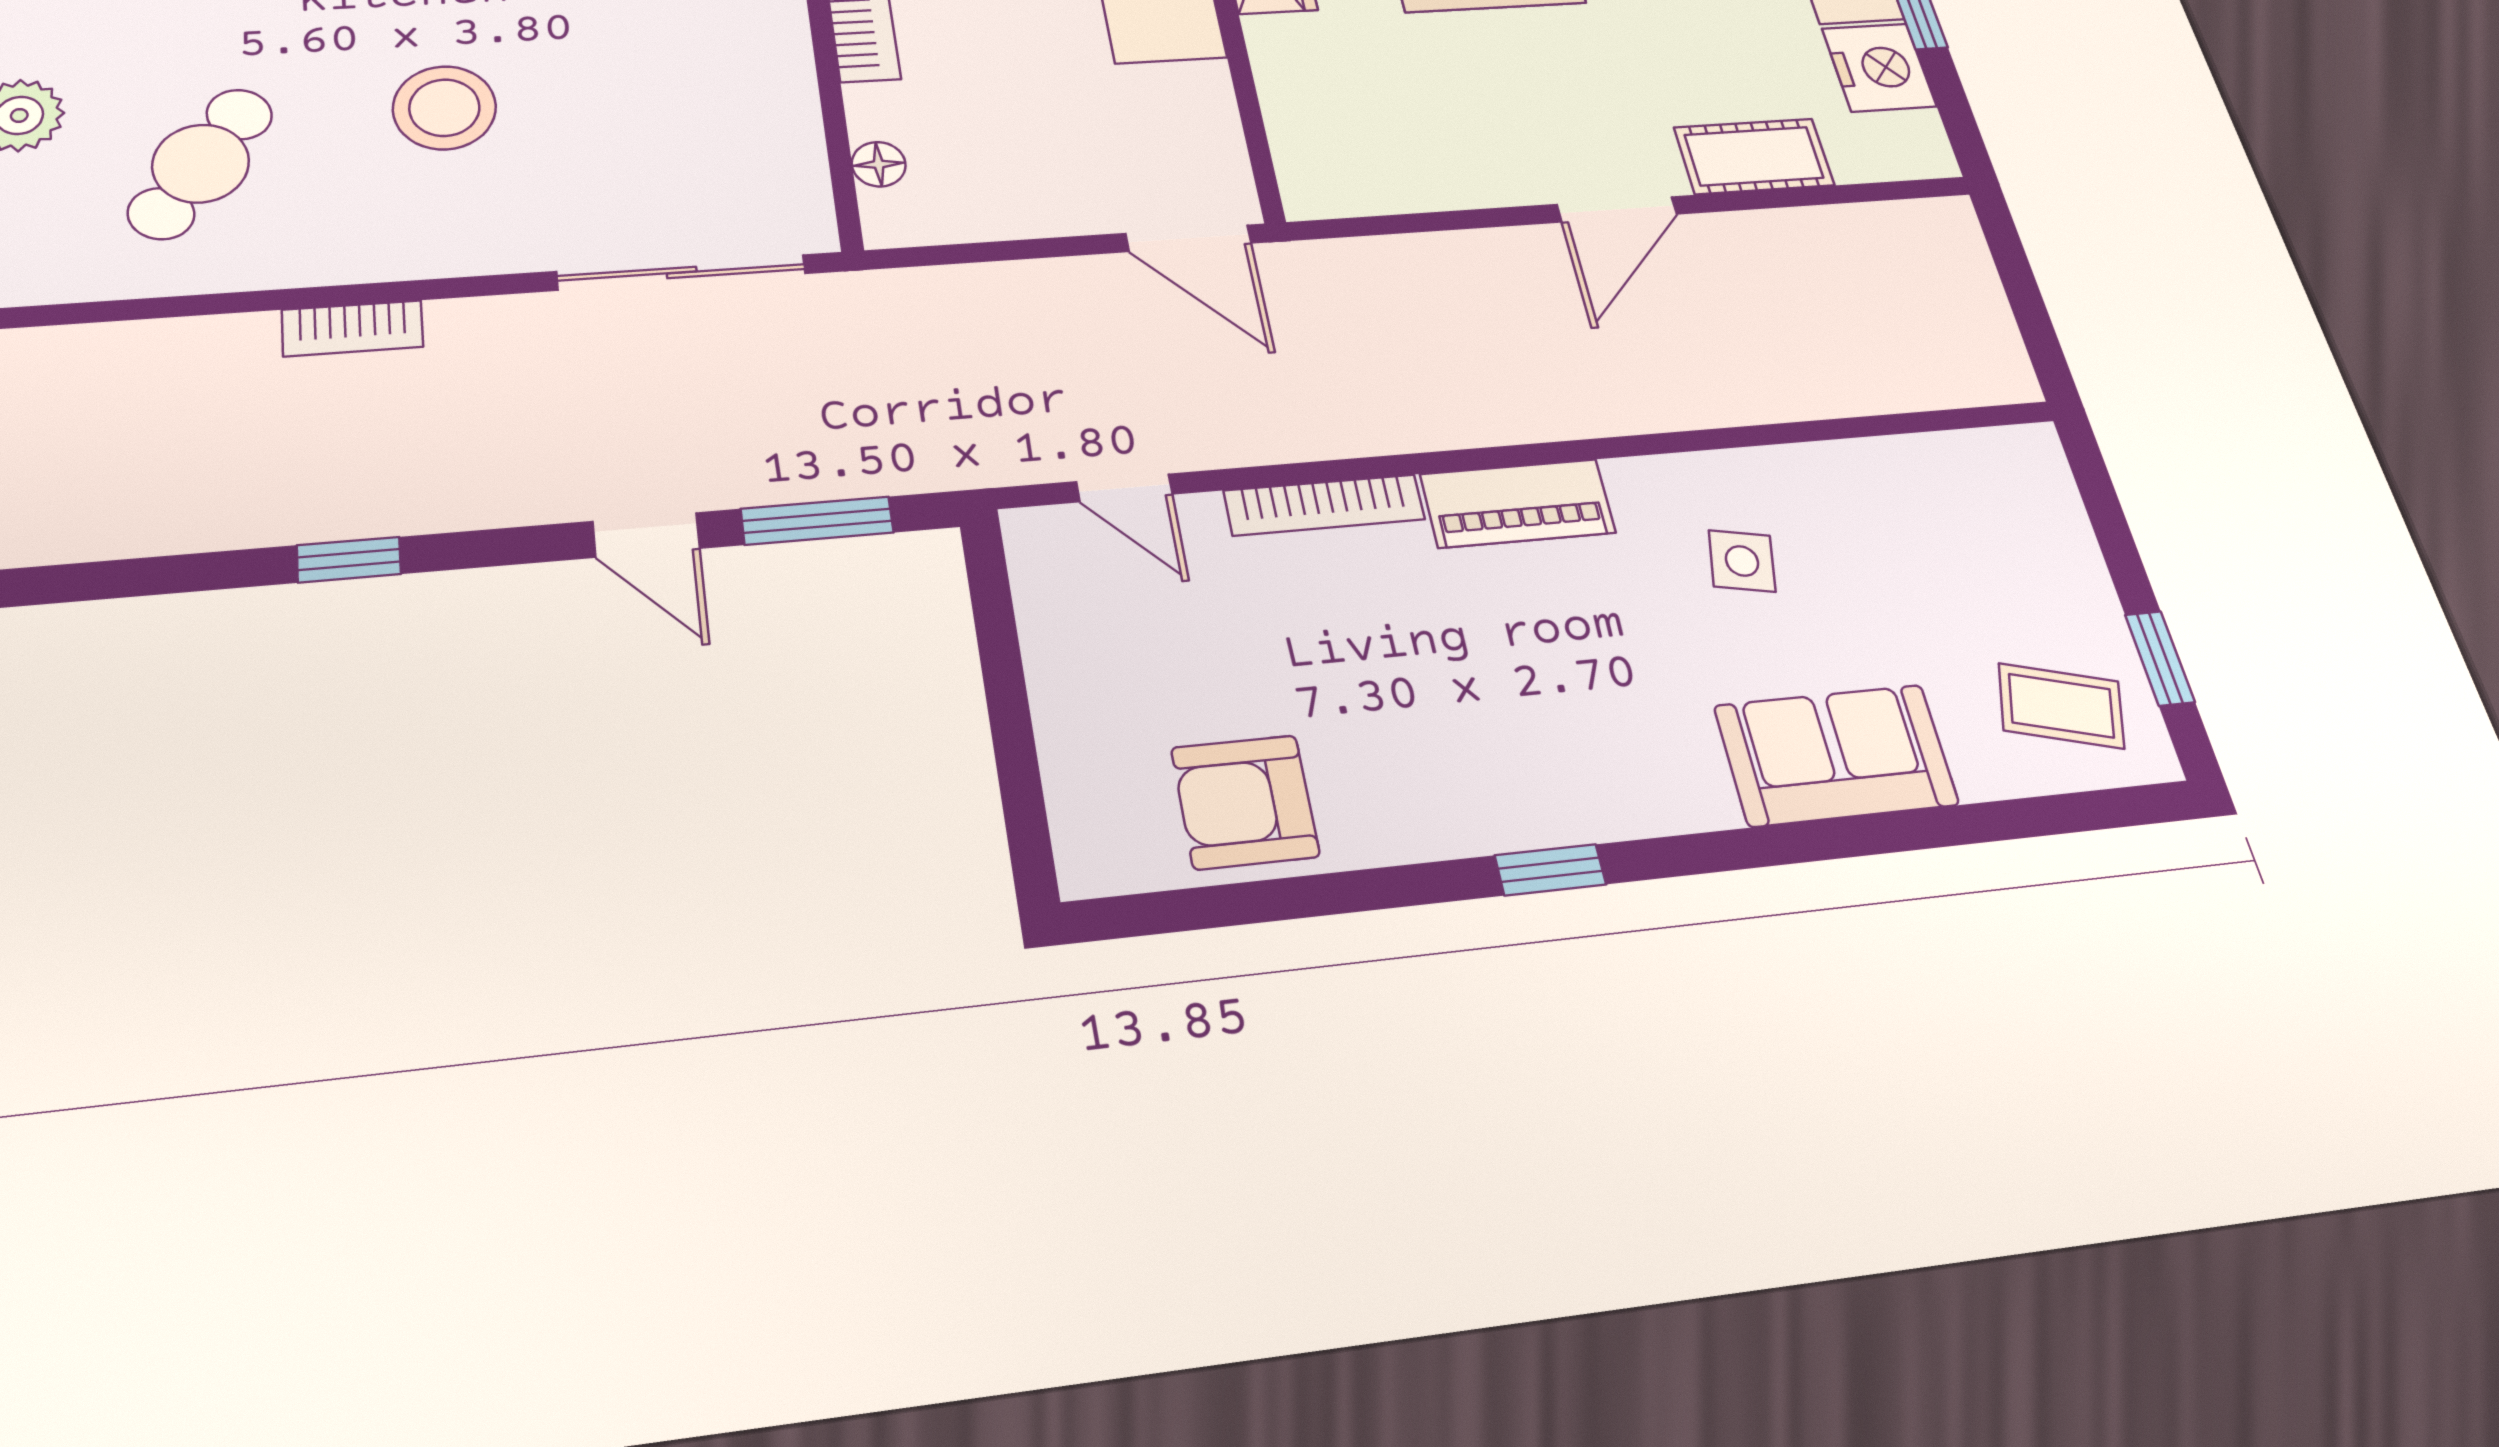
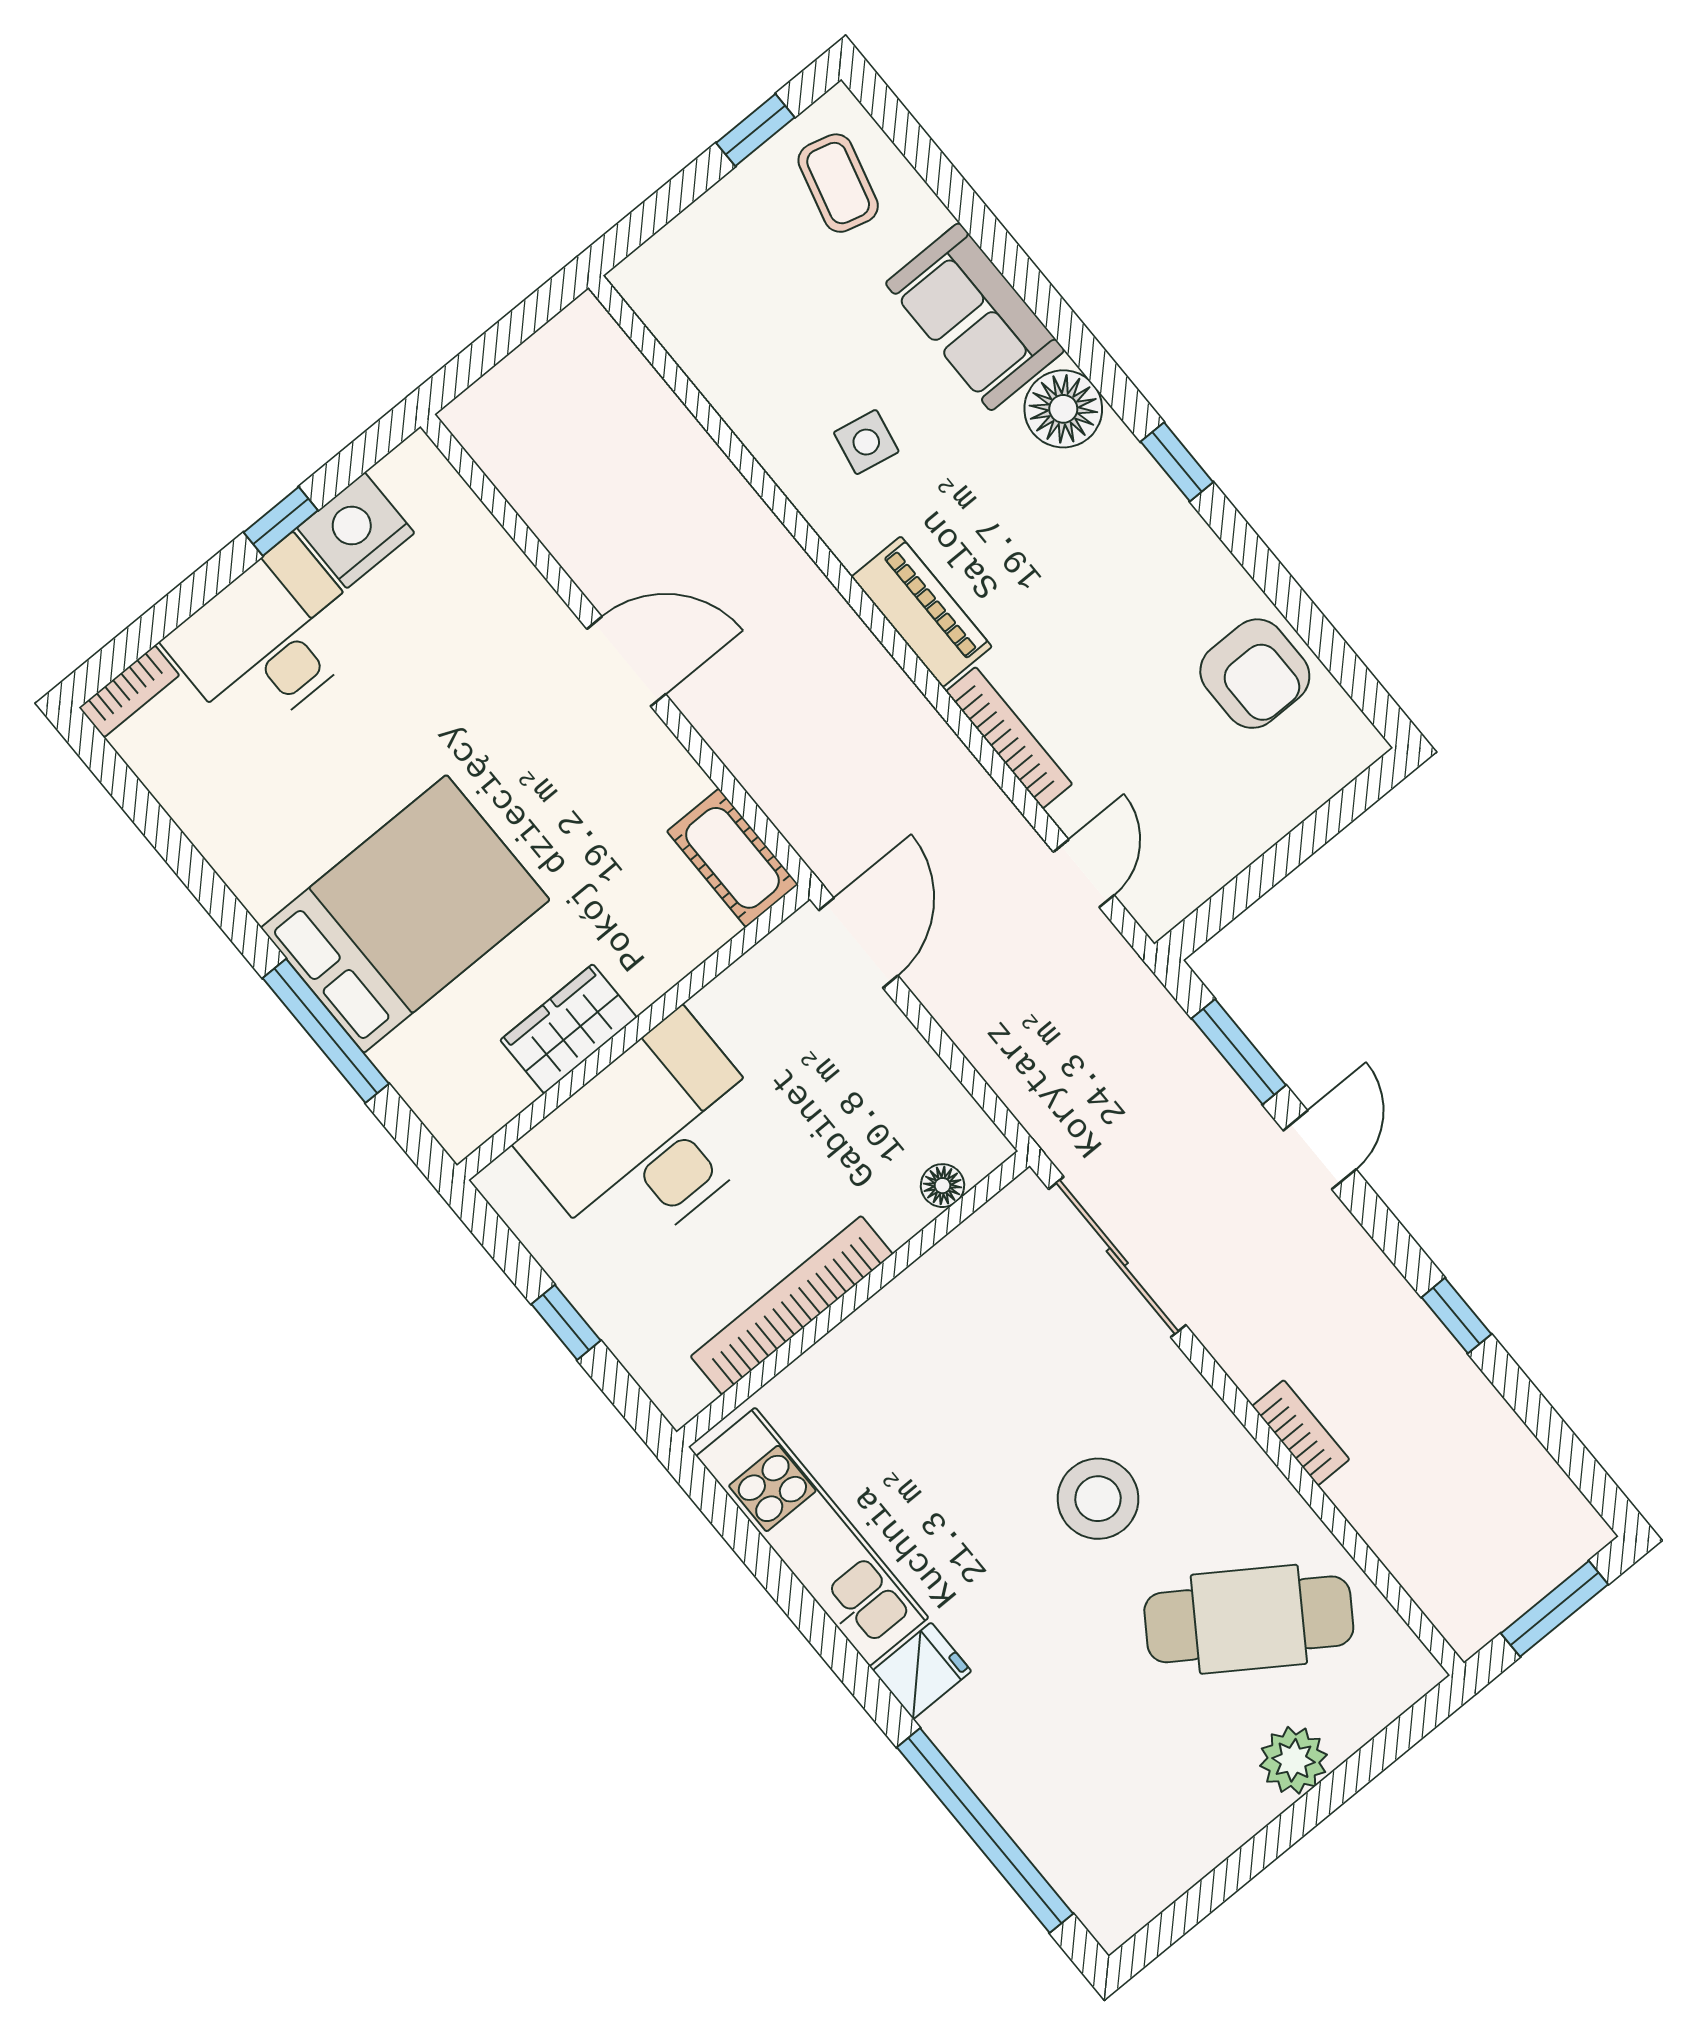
cot: (1754, 156) -> (732, 858), moved
cafe table: (201, 164) -> (1249, 1619), width x1.37, depth x1.35
floor lamp: (1679, 784) -> (1063, 409), added

